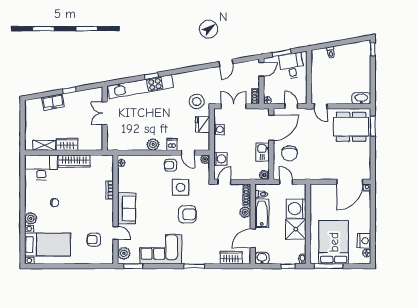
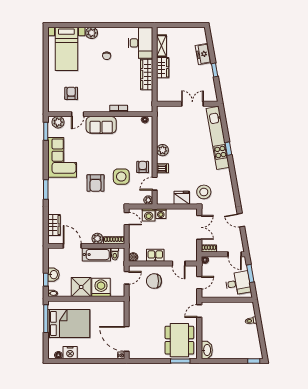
door: (271, 128) -> (179, 264), width x0.53
washing machine: (219, 129) -> (161, 214), moved
washbasin: (262, 258) -> (53, 275), moved

